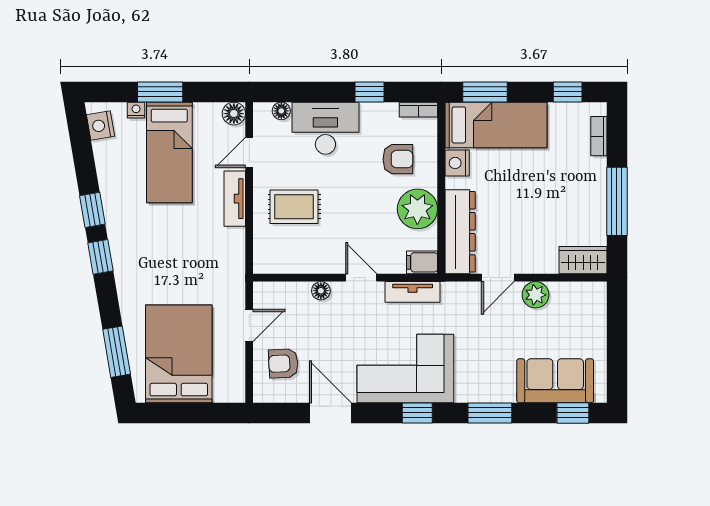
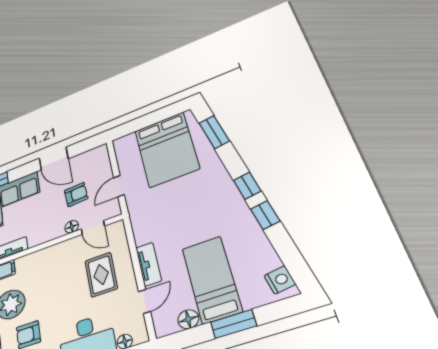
nightstand: (136, 110) -> (251, 302), removed
floor lamp: (234, 114) -> (188, 319), moved
rug: (294, 207) -> (101, 275), turned 90
door: (361, 278) -> (93, 228), moved
armchair: (283, 363) -> (76, 194), moved

